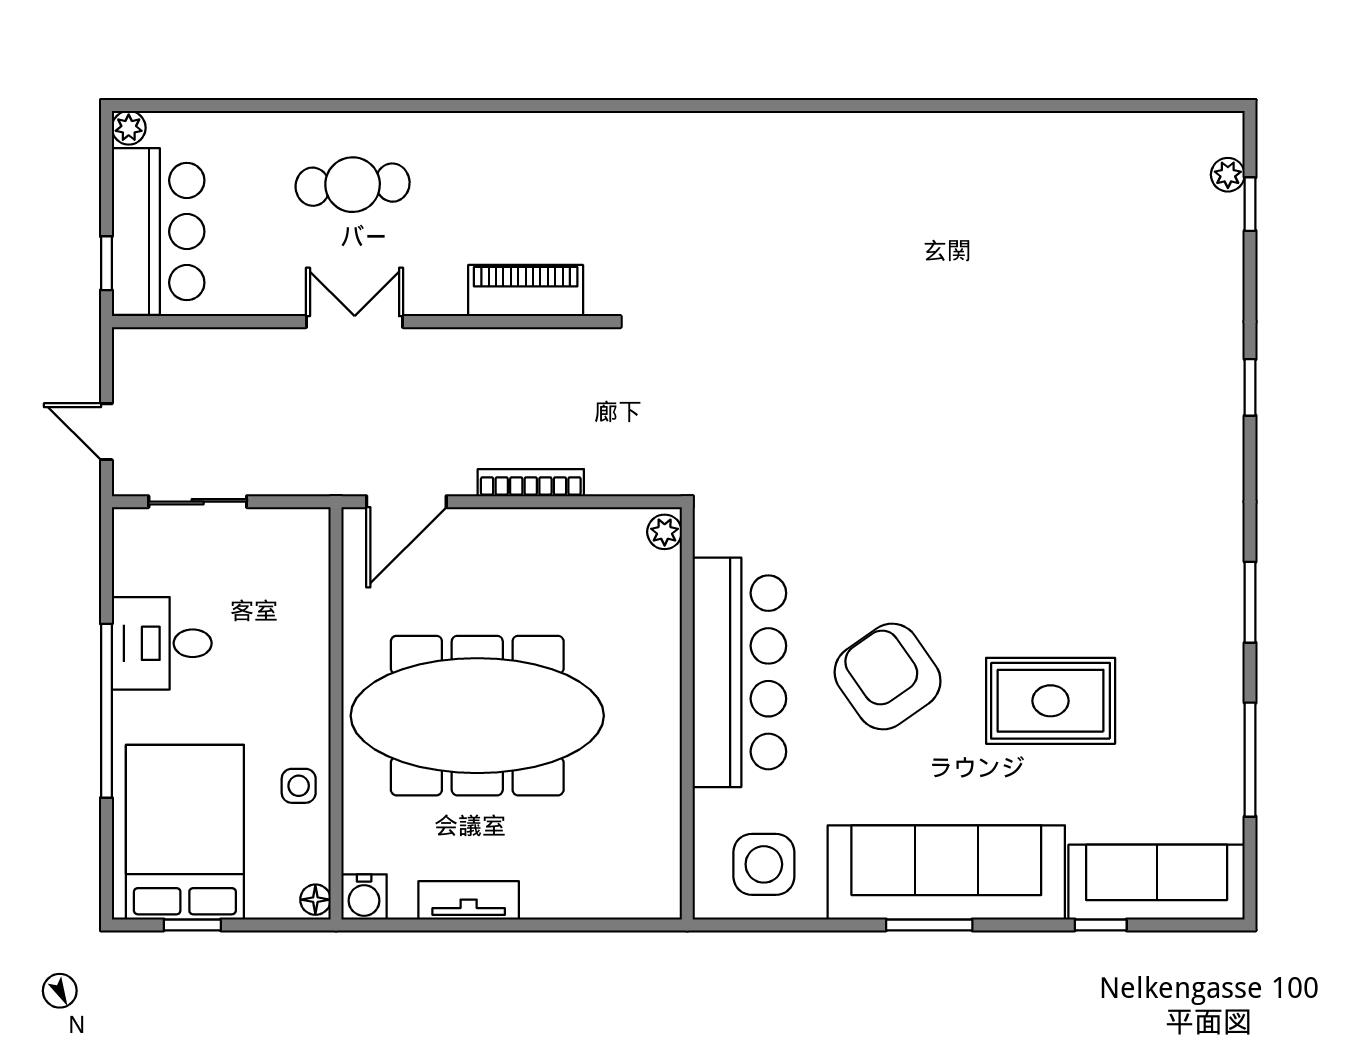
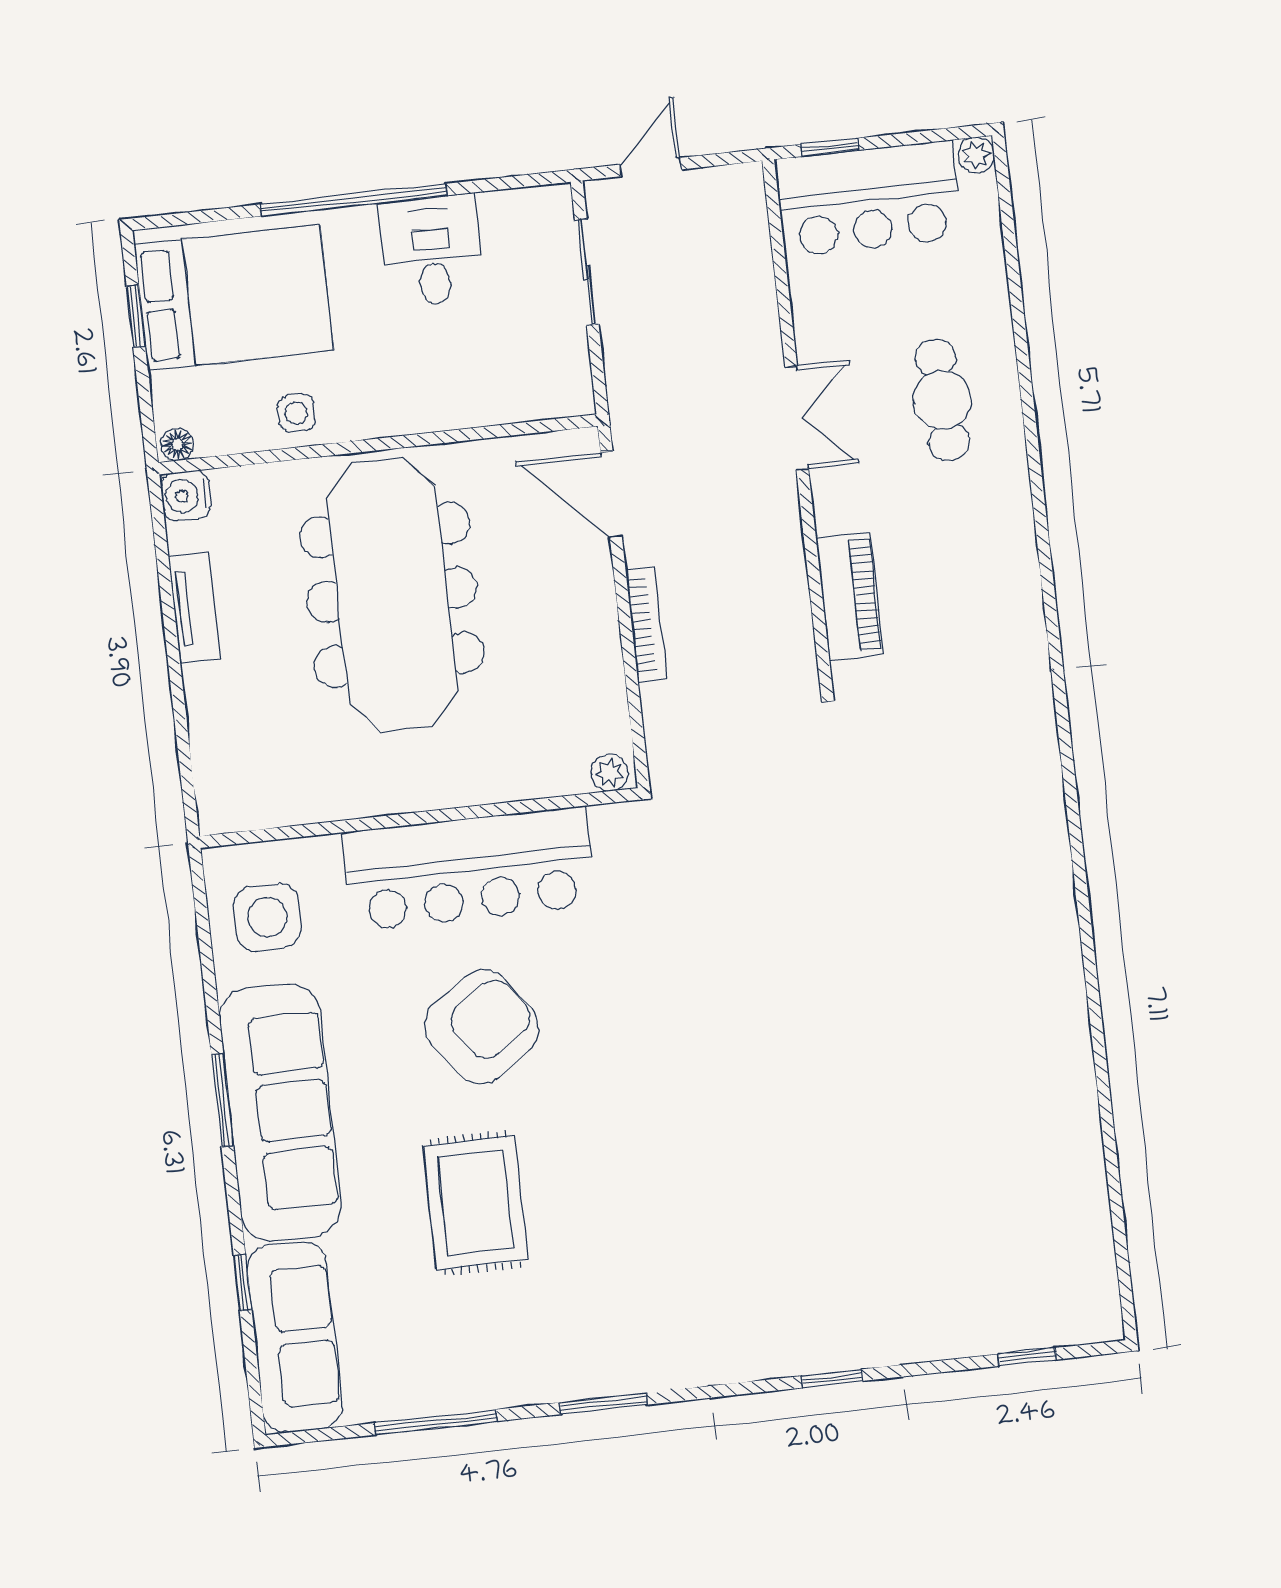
plant: (1228, 175) -> (1056, 1330), removed

